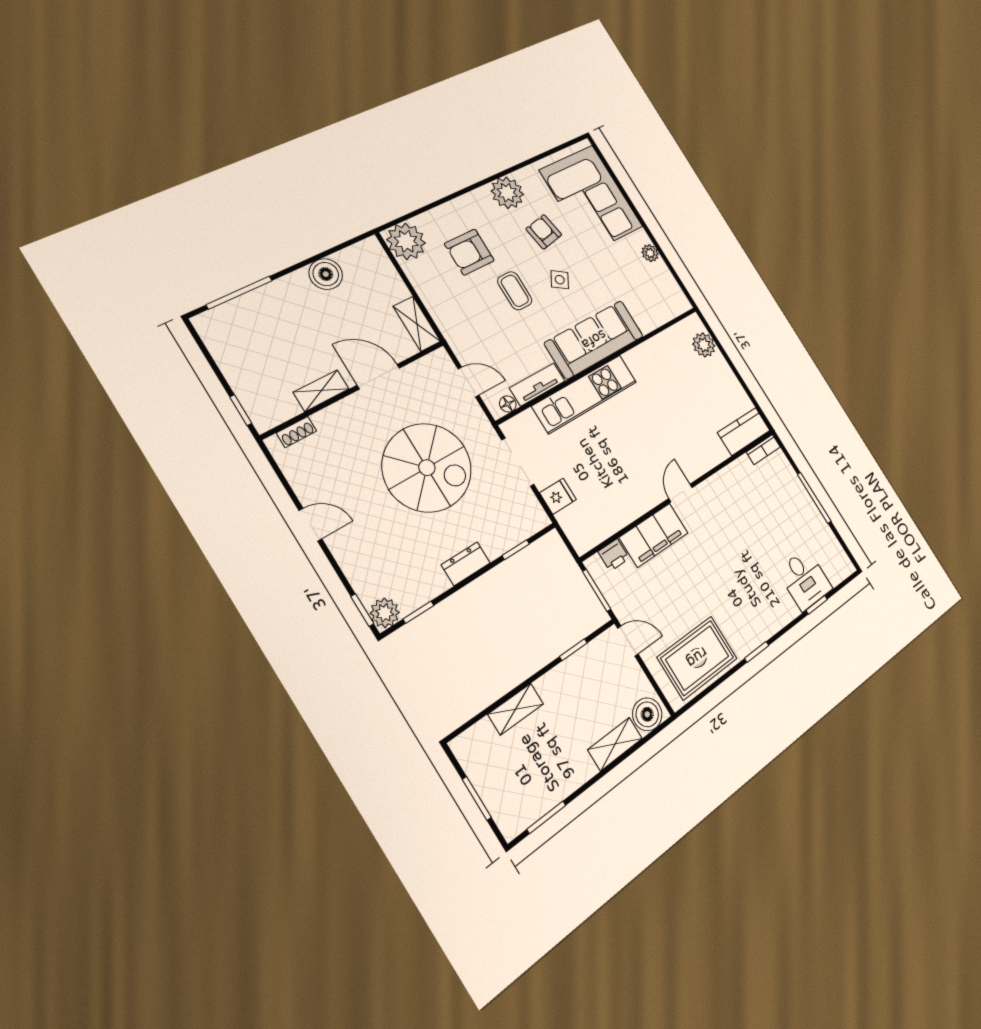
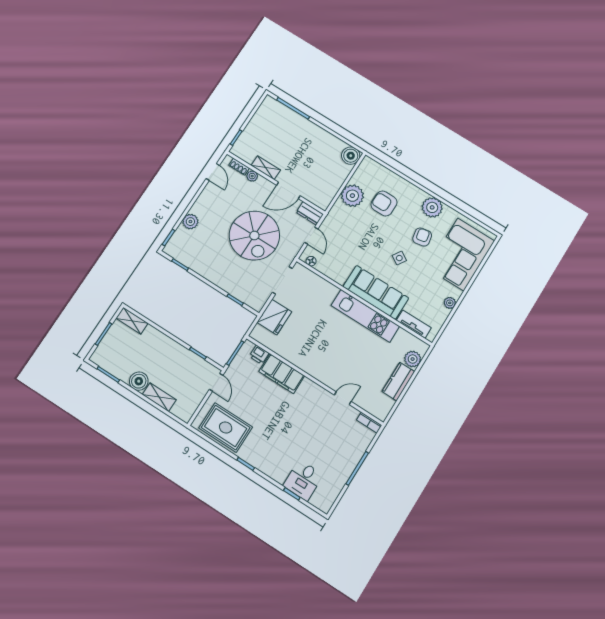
plant: (406, 241) -> (352, 196), moved
boiler: (326, 274) -> (351, 156), moved
coffee table: (515, 291) -> (377, 237), removed
shelving: (417, 324) -> (327, 196), removed
door: (378, 377) -> (288, 190), swing flipped
tv unit: (537, 385) -> (414, 324), moved
kitchen unit: (585, 394) -> (365, 316), moved
plant: (324, 420) -> (252, 176), added
kitchen counter: (744, 431) -> (398, 382), moved, turned -90
door: (681, 493) -> (343, 398), moved
fridge: (558, 496) -> (274, 317), width x1.88, depth x1.34
door: (310, 525) -> (213, 172), moved
dresser: (466, 564) -> (310, 213), moved, turned 180
plant: (385, 613) -> (190, 222), moved
shelving: (516, 709) -> (132, 321), moved
boiler: (647, 714) -> (139, 381), moved

